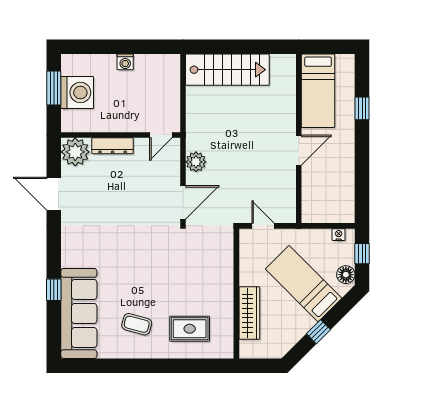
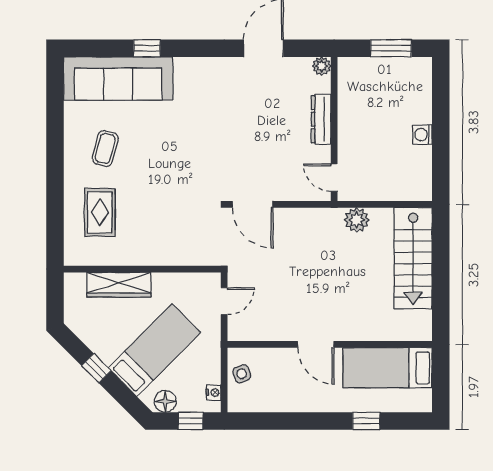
washing machine: (77, 93) -> (385, 76), removed
plant: (75, 152) -> (322, 66), width x0.53, depth x0.53
plant: (196, 162) -> (357, 220), moved
side table: (323, 211) -> (242, 374), added

